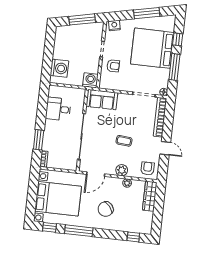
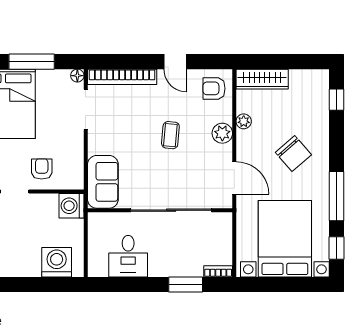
door: (165, 148) -> (175, 62), swing flipped

